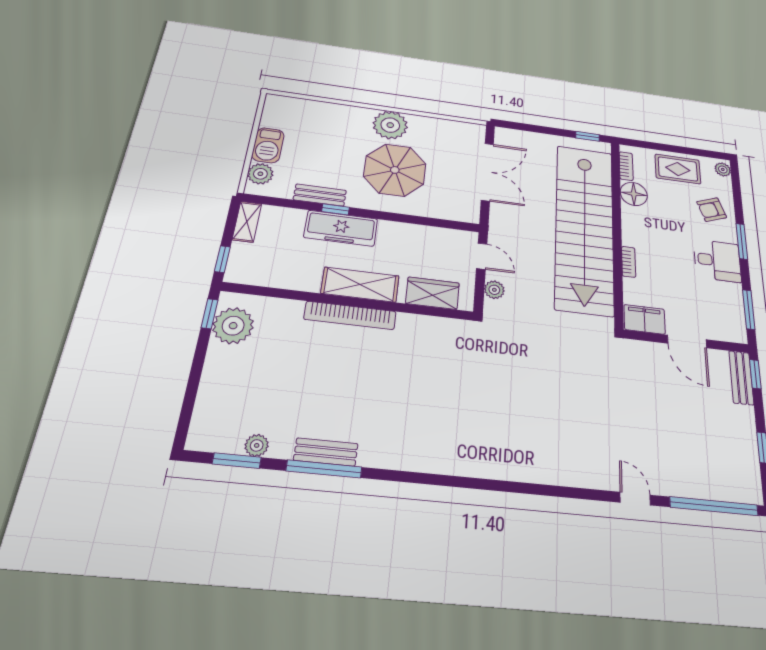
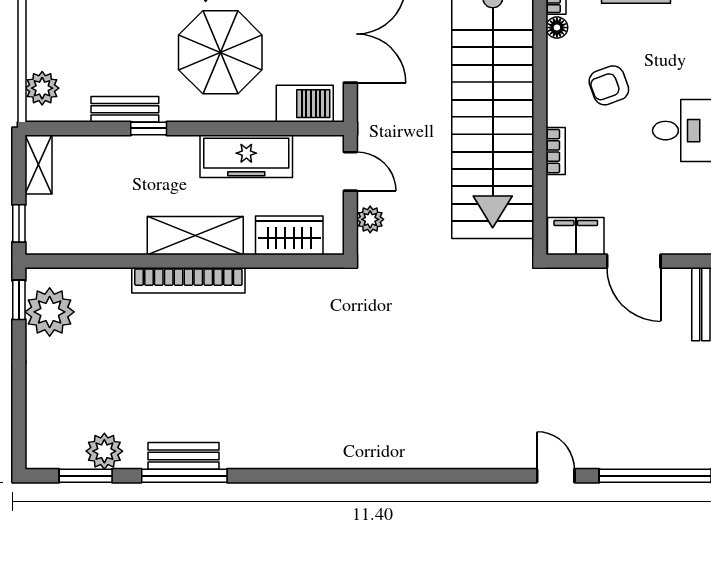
barbecue: (268, 145) -> (305, 104), moved, turned -90
floor lamp: (634, 194) -> (557, 28), width x0.53, depth x0.53
armchair: (712, 210) -> (609, 85), moved
freezer: (341, 228) -> (246, 156), moved
plant: (257, 445) -> (104, 451), width x1.38, depth x1.38

